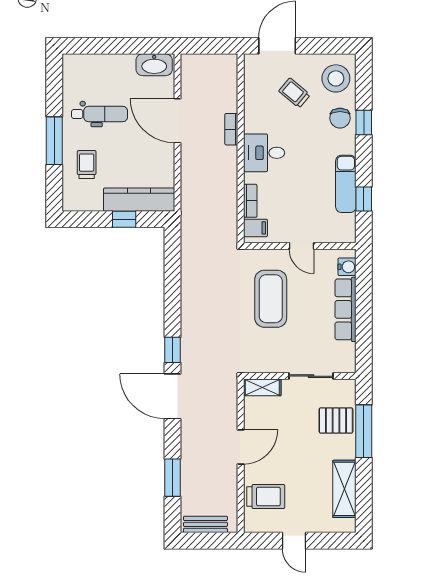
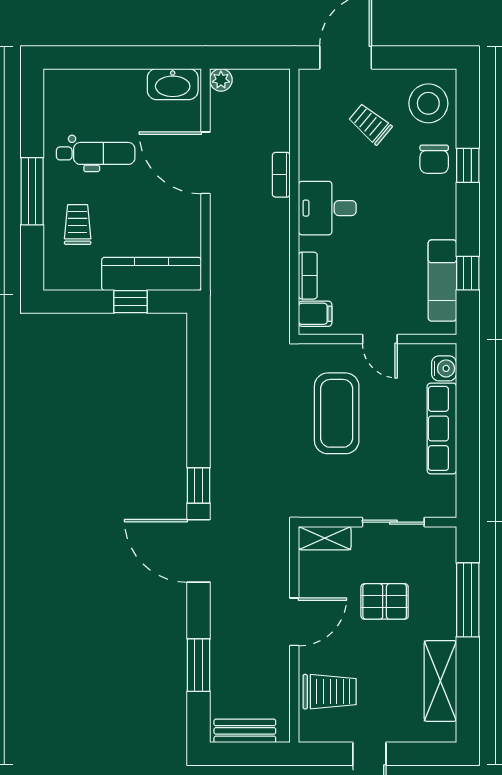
plant: (188, 62) -> (221, 80), added
exam couch: (346, 184) -> (442, 281), moved
pallet: (336, 420) -> (385, 601), moved

